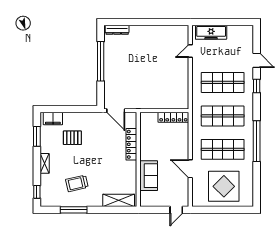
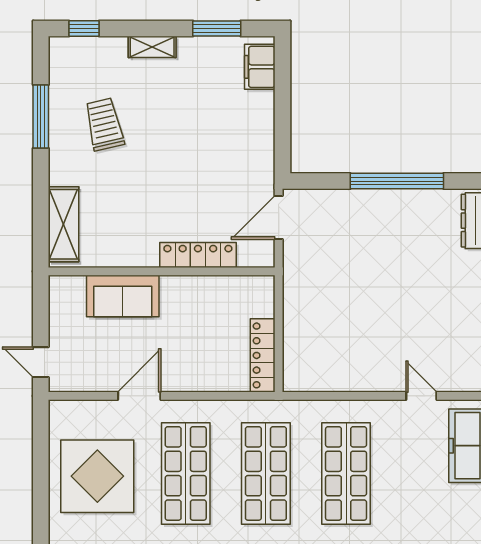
pallet: (72, 138) -> (214, 113), removed

